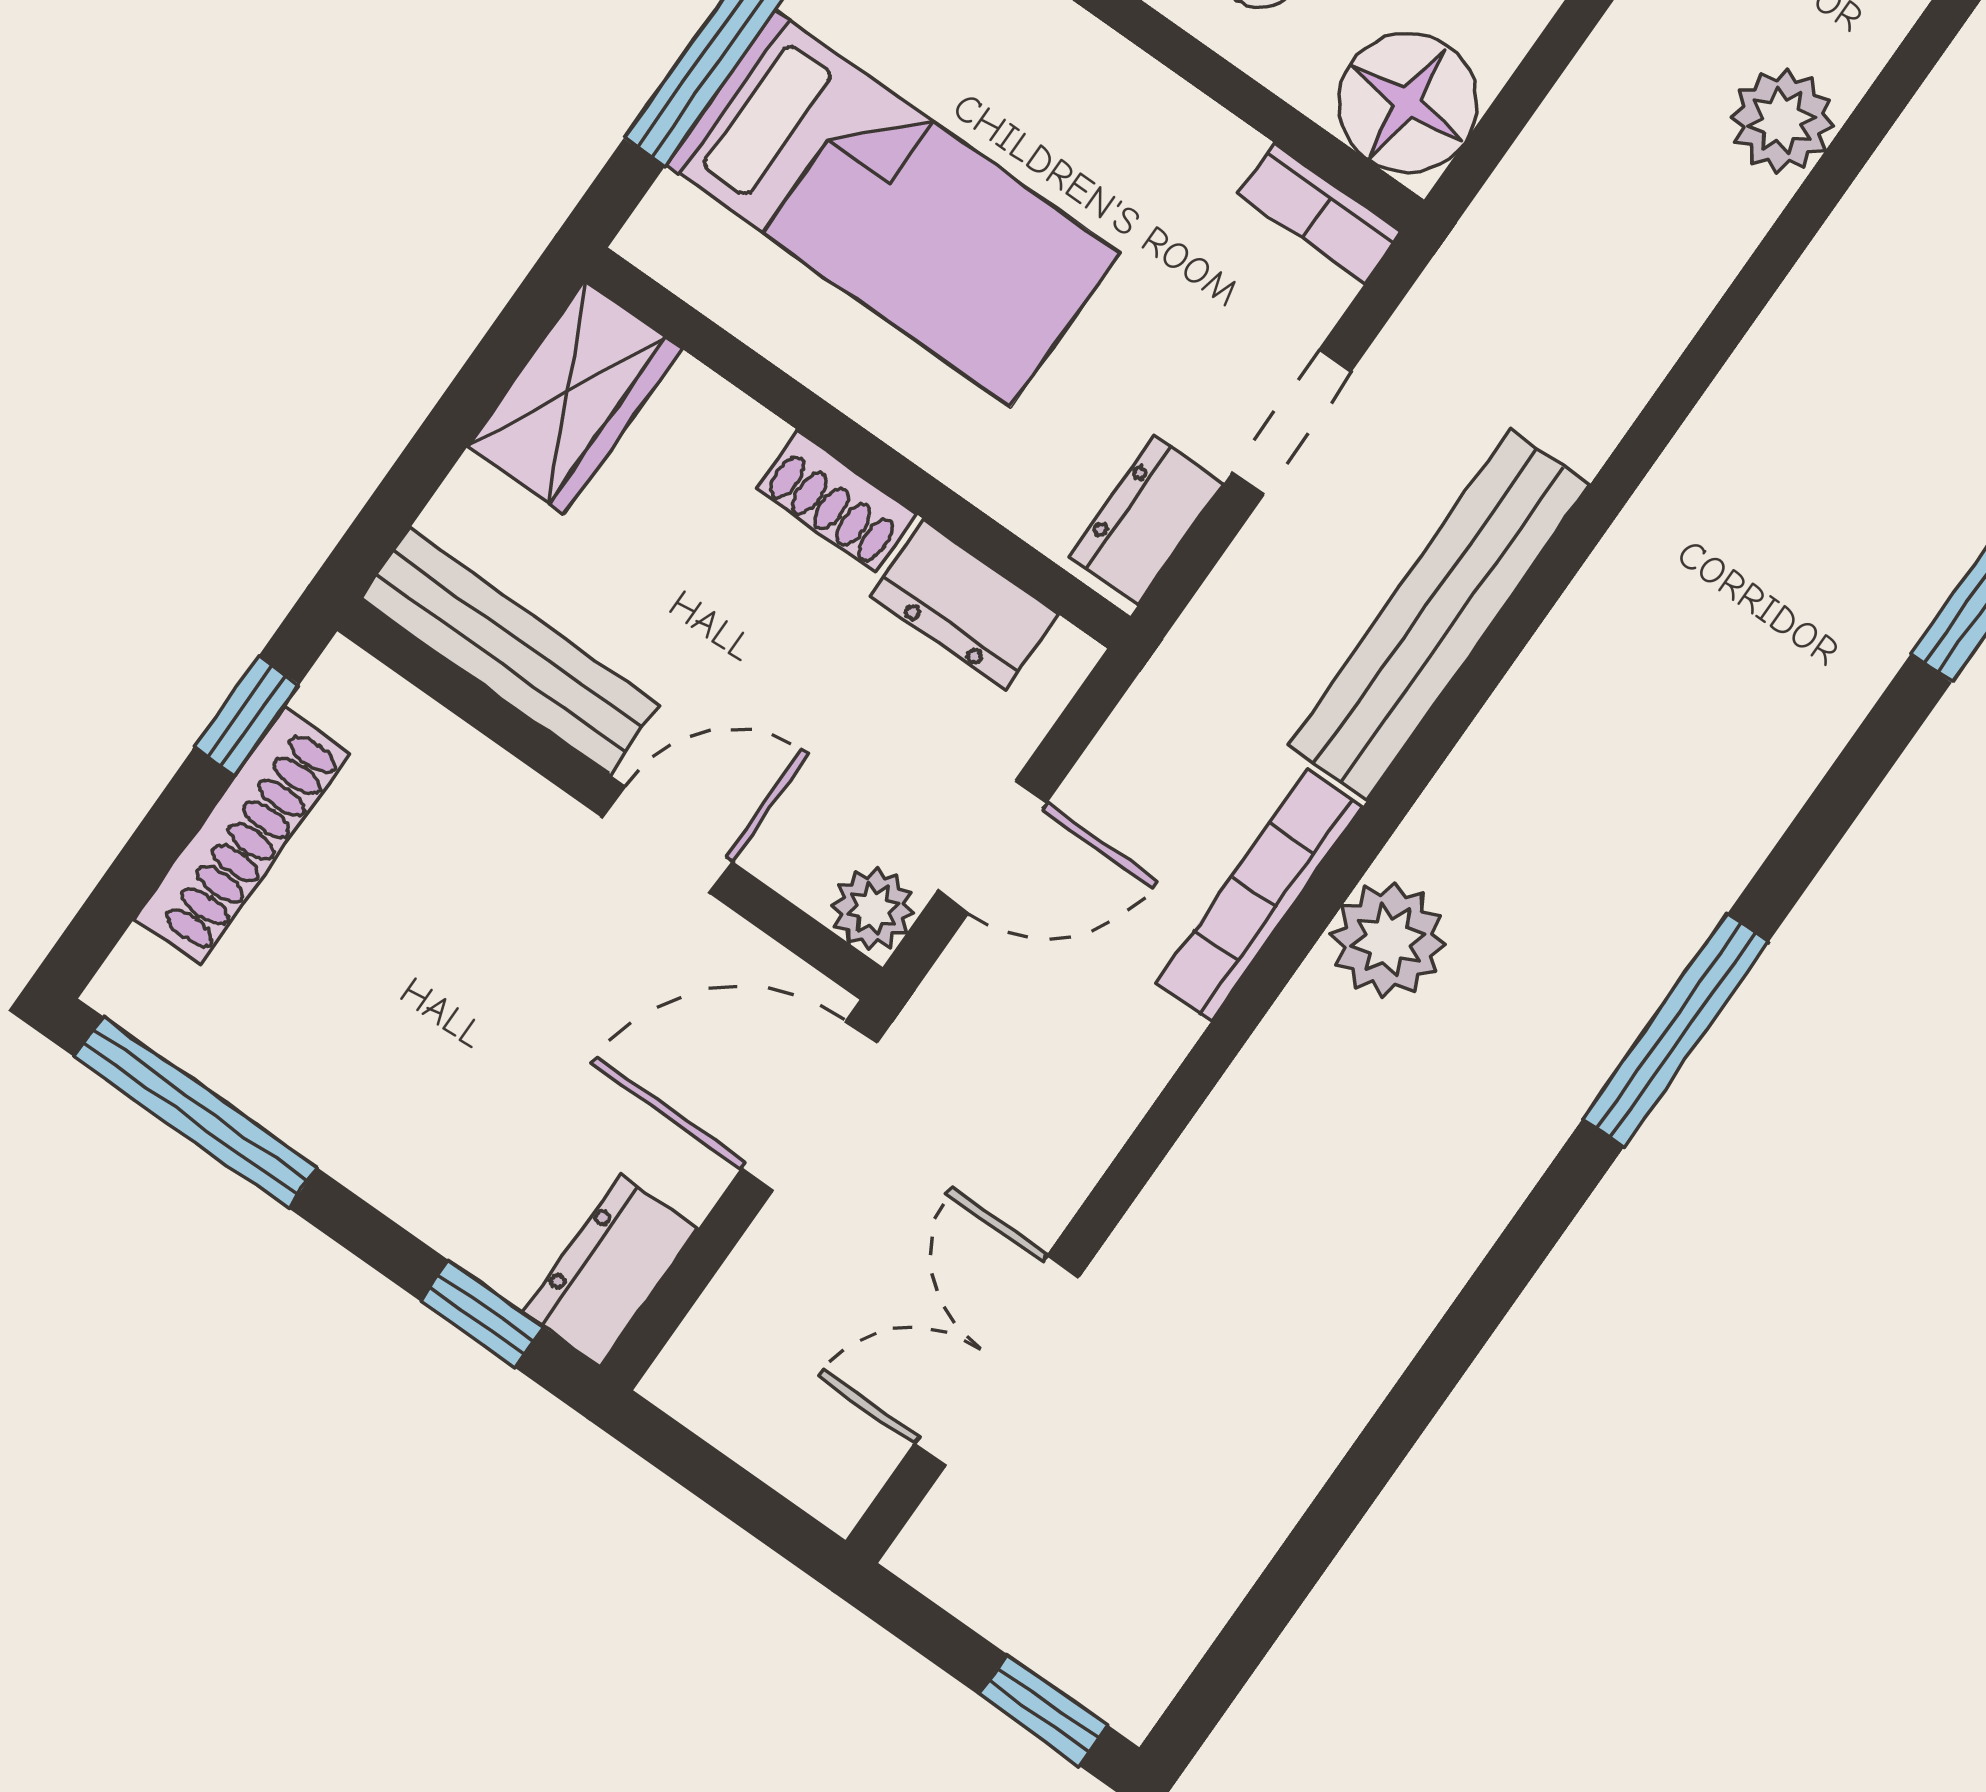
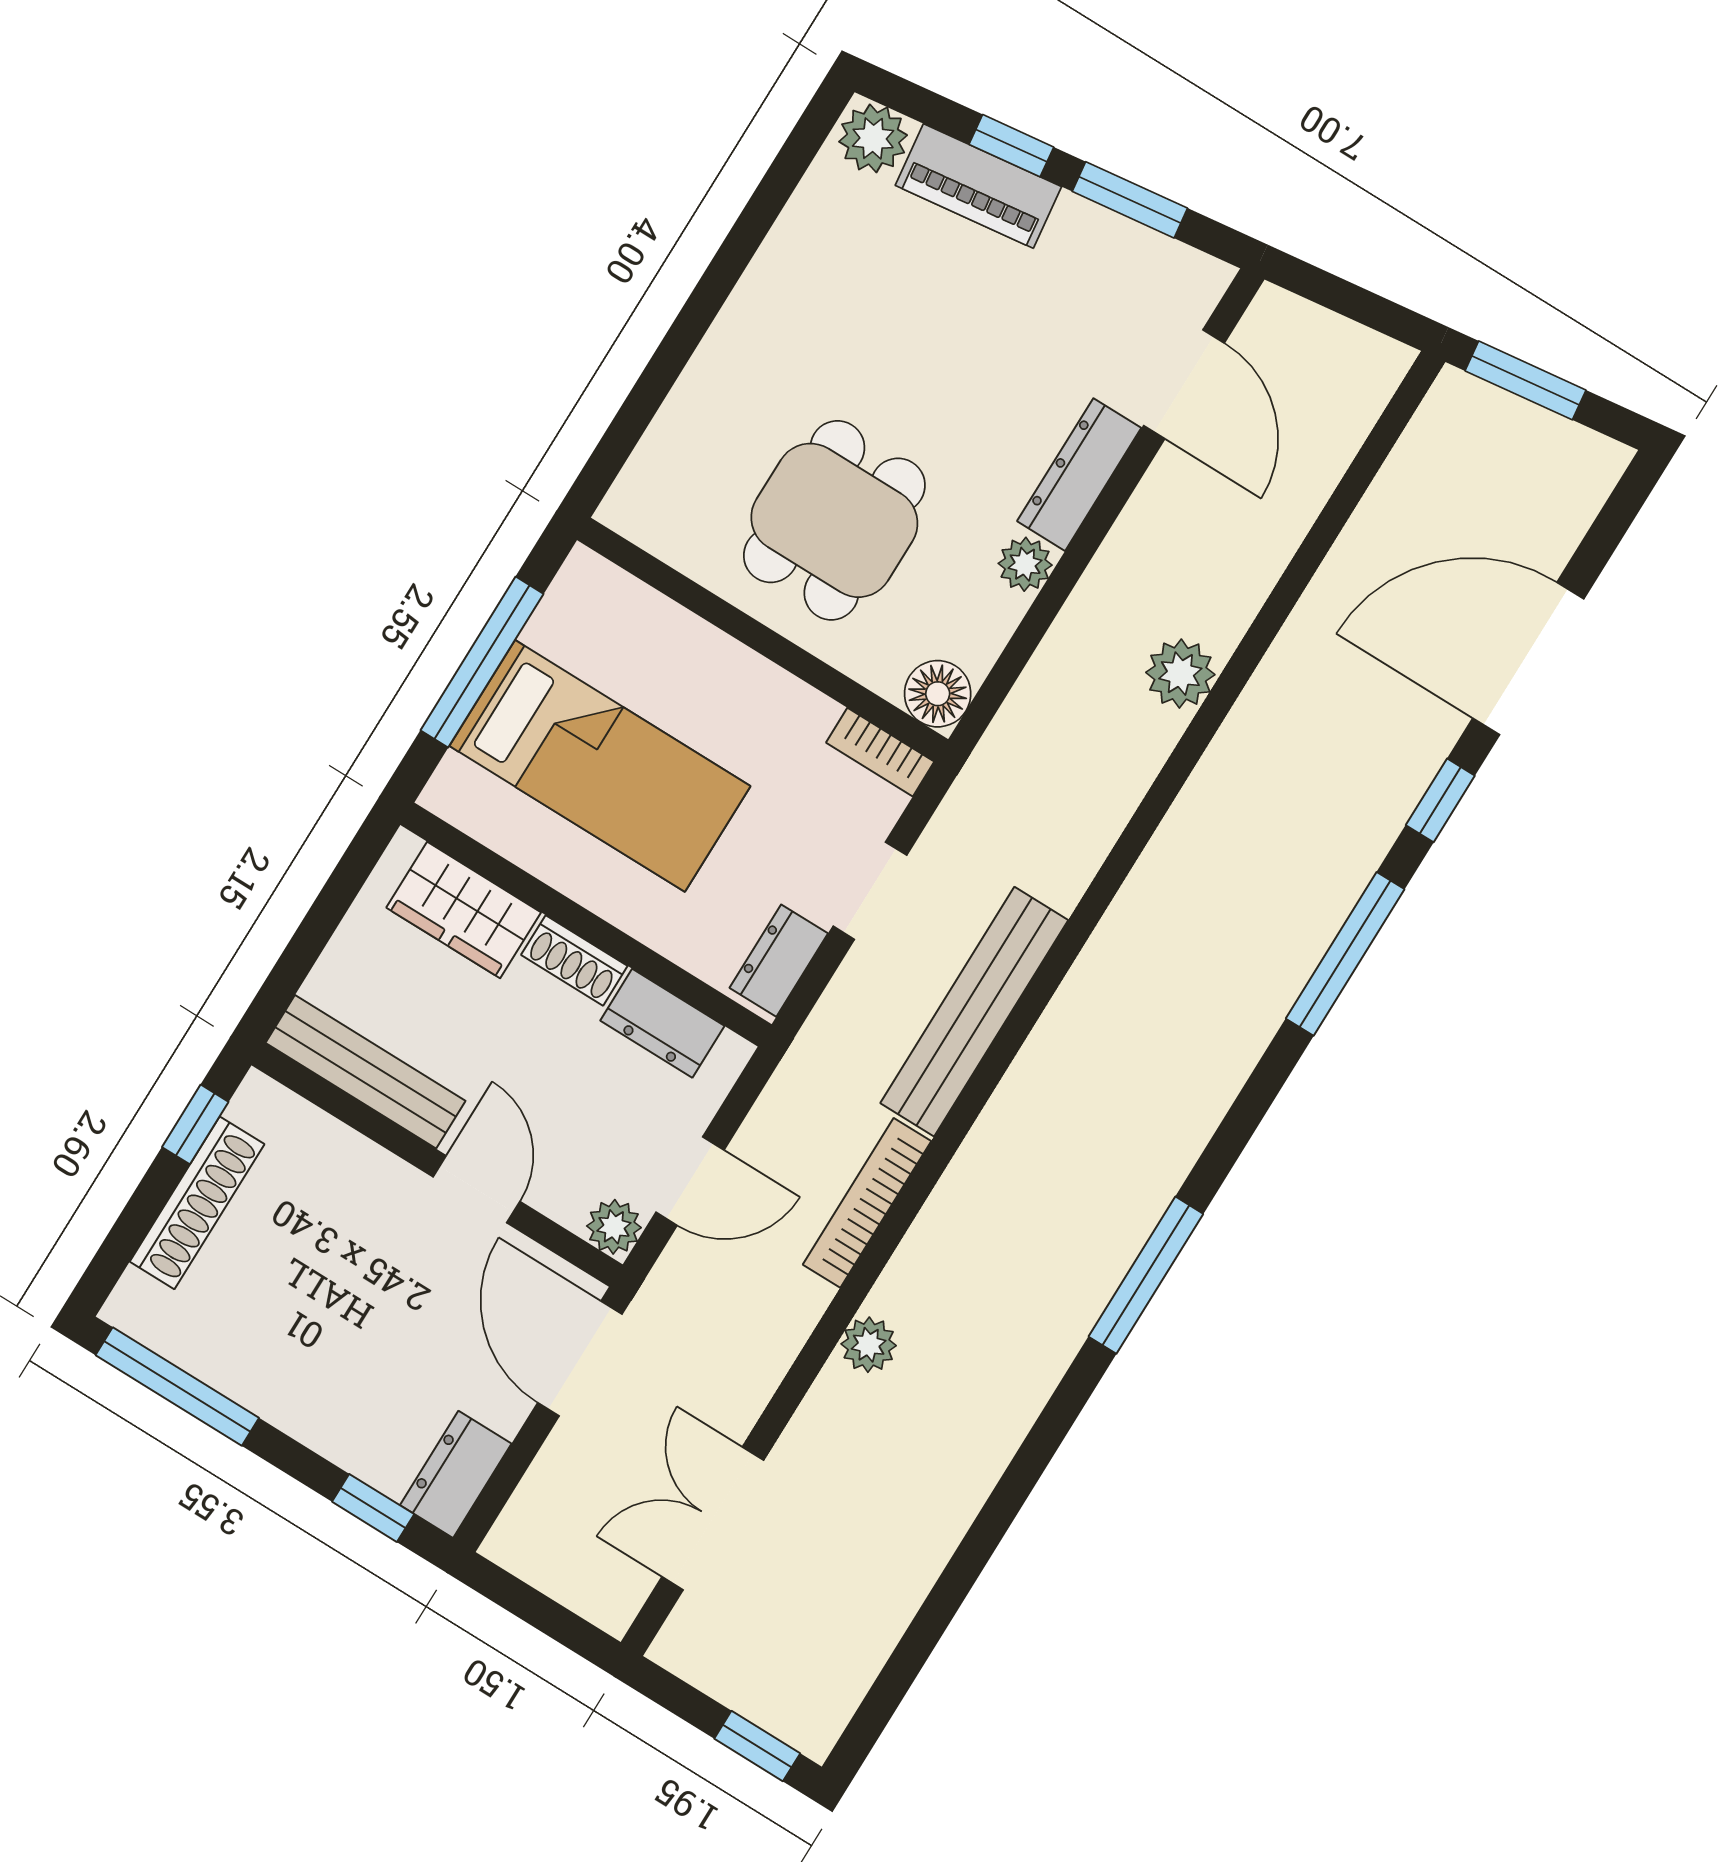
floor lamp: (1407, 103) -> (938, 694), width x0.73, depth x0.73
wardrobe: (574, 397) -> (464, 910), moved, turned 90
door: (667, 840) -> (476, 1189), hinge flipped
plant: (1389, 940) -> (869, 1345), moved, width x0.73, depth x0.73
door: (809, 1106) -> (580, 1358), hinge flipped

